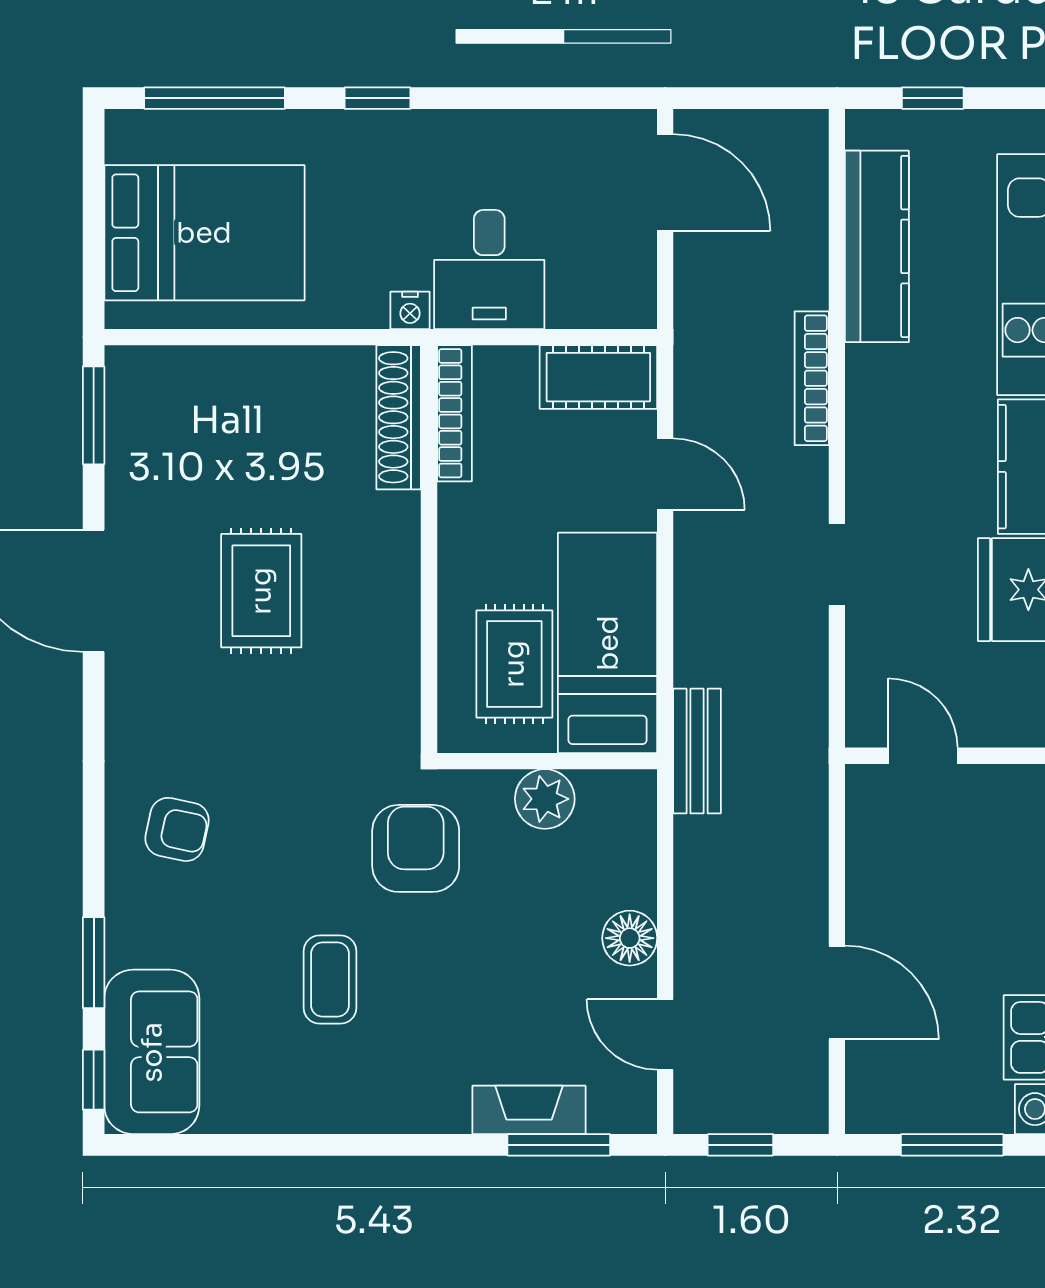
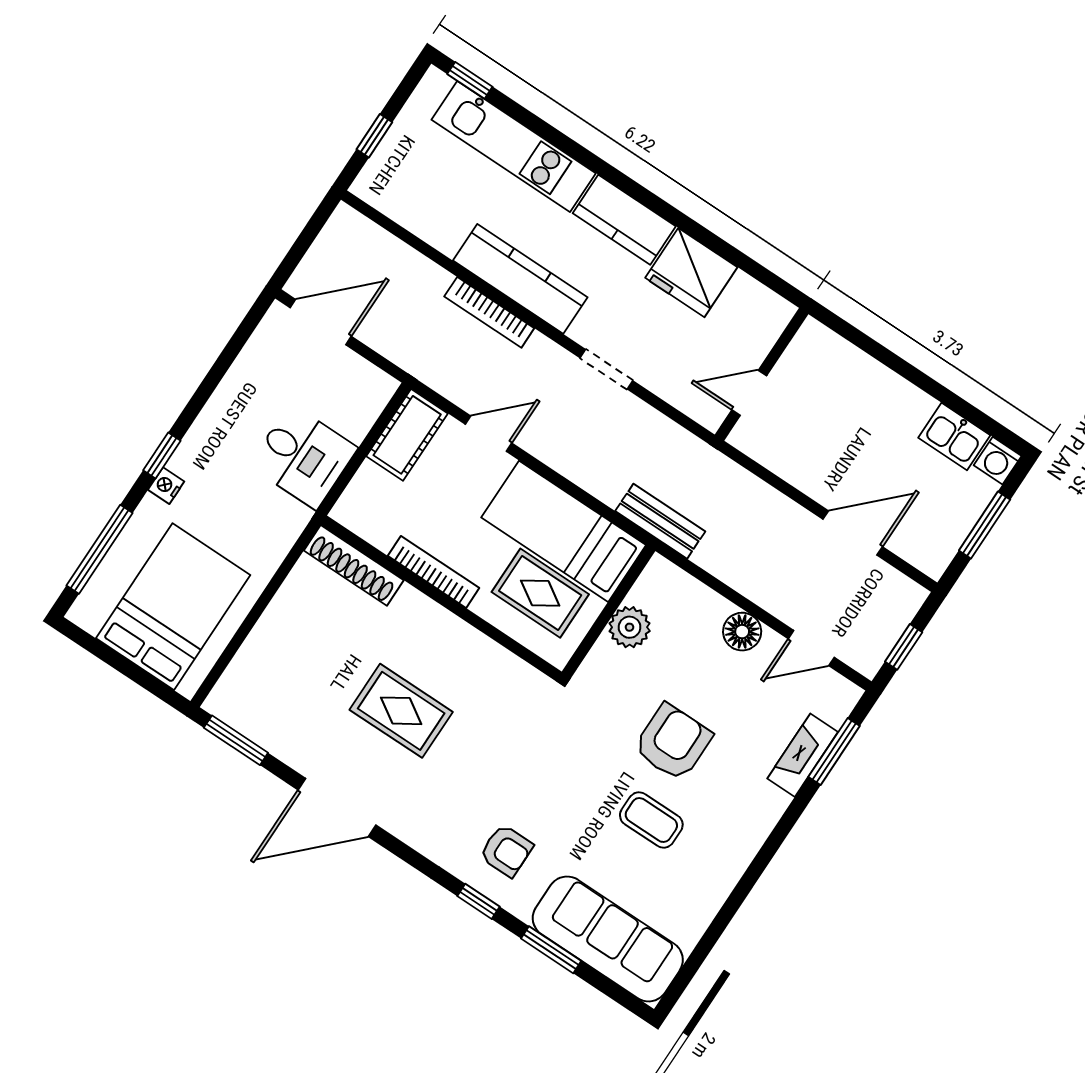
kitchen counter: (877, 246) -> (520, 279), moved
nightstand: (410, 310) -> (166, 486), moved, turned 180
bookcase: (454, 413) -> (434, 572), moved
armchair: (177, 829) -> (506, 851), turned 78
armchair: (416, 848) -> (673, 742), moved, turned 90
sofa: (152, 1052) -> (608, 939), width x1.36
window: (94, 1080) -> (478, 901), moved

